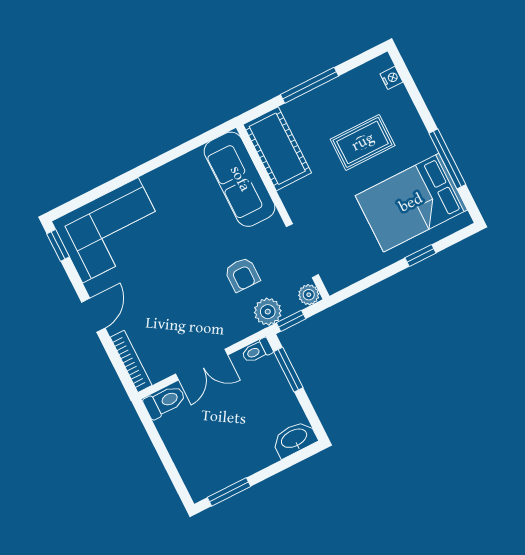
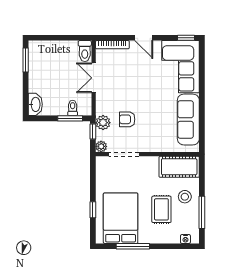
window: (309, 85) -> (202, 212), moved
stool: (322, 114) -> (185, 197), added
sofa: (240, 179) -> (188, 120), moved, turned -90
toilet: (257, 351) -> (73, 108), moved

